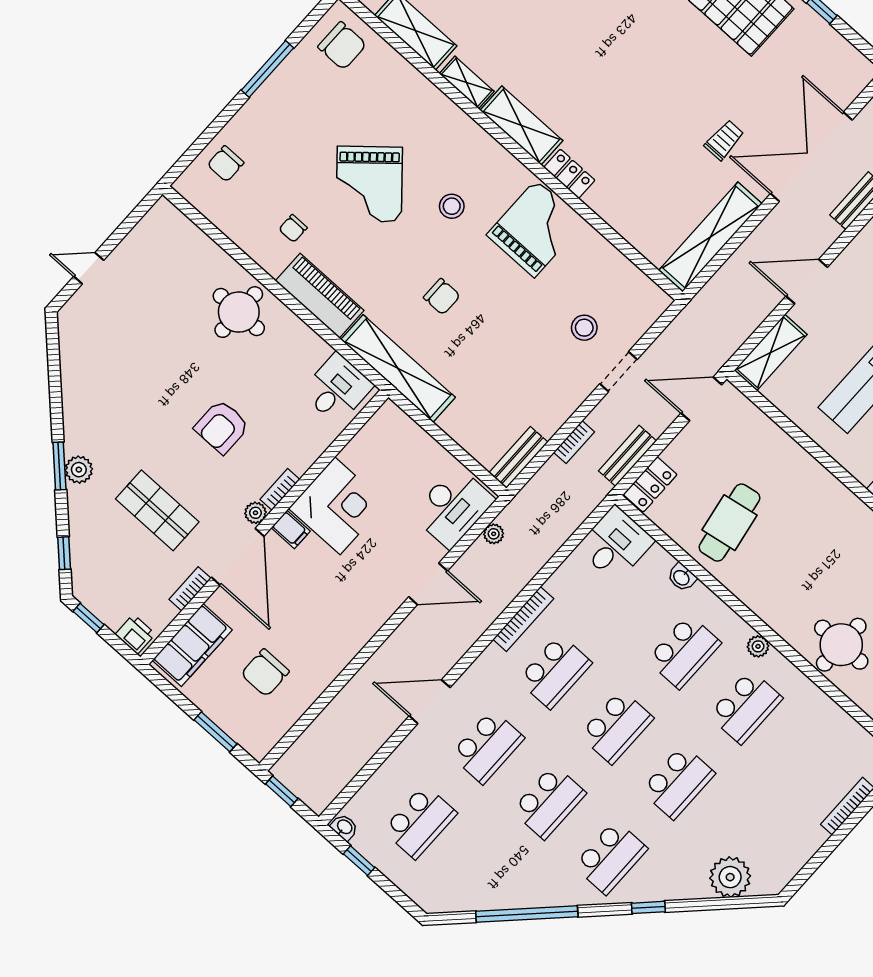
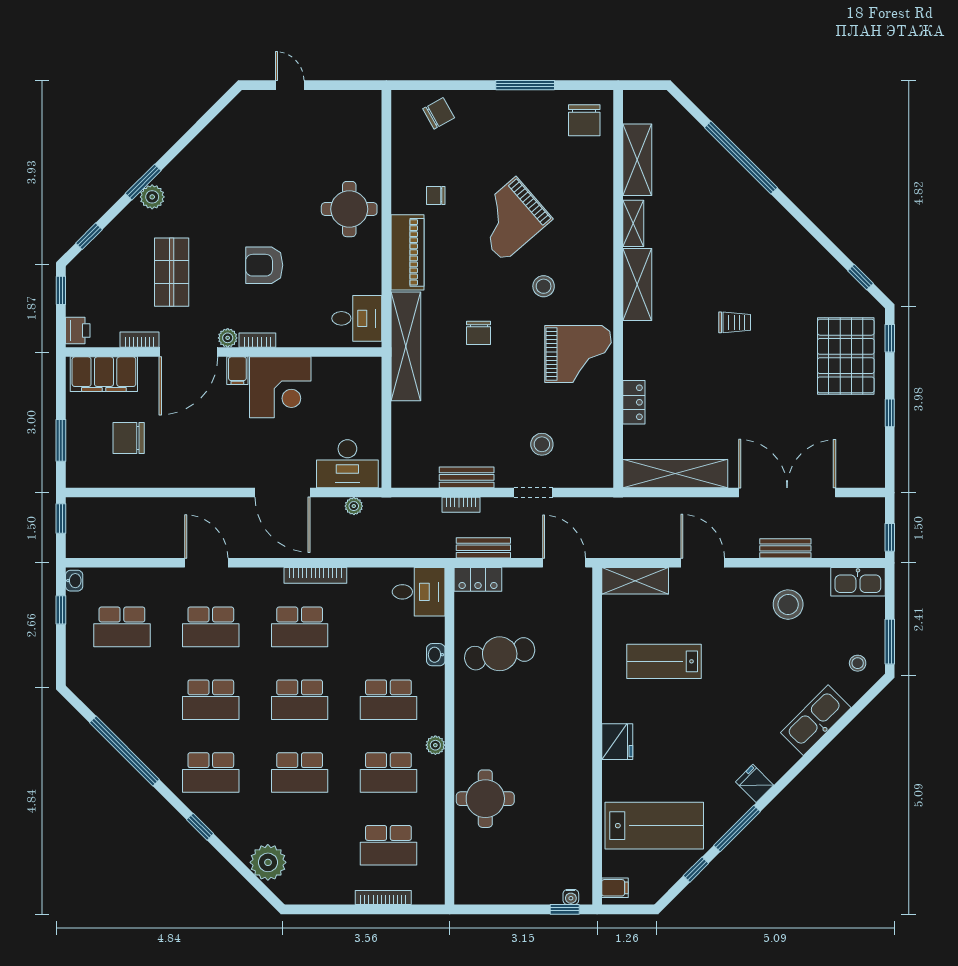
trolley: (724, 140) -> (735, 322), moved
chair: (226, 164) -> (439, 113), turned 151
locker: (569, 174) -> (634, 402), moved
bench: (518, 457) -> (467, 477), moved
door: (428, 584) -> (283, 493), width x1.36
school desk: (807, 762) -> (388, 845), added

